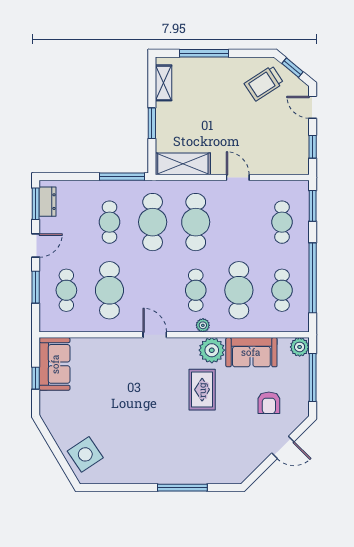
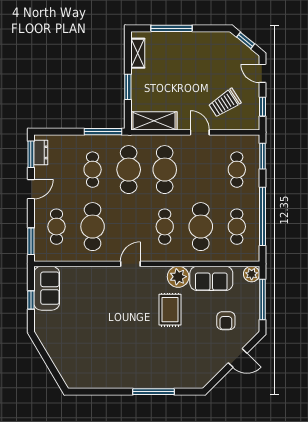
trolley: (264, 83) -> (225, 103), moved
window: (36, 287) -> (31, 241), moved
plant: (203, 325) -> (171, 256), removed
door: (155, 335) -> (130, 264), hinge flipped
side table: (85, 454) -> (72, 364), removed

